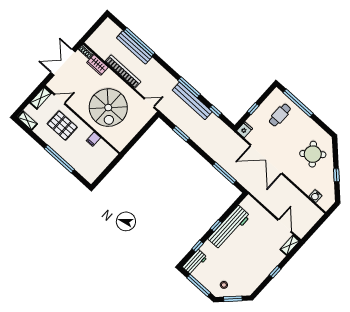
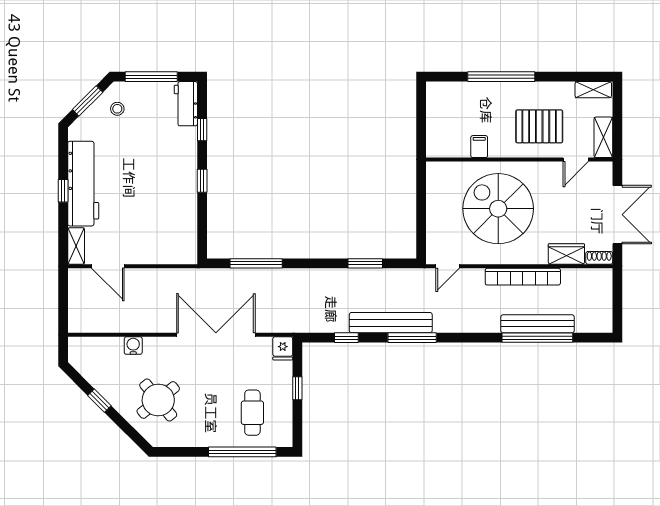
water cooler: (315, 196) -> (133, 346), moved
workbench: (229, 227) -> (83, 184), moved, turned 180

